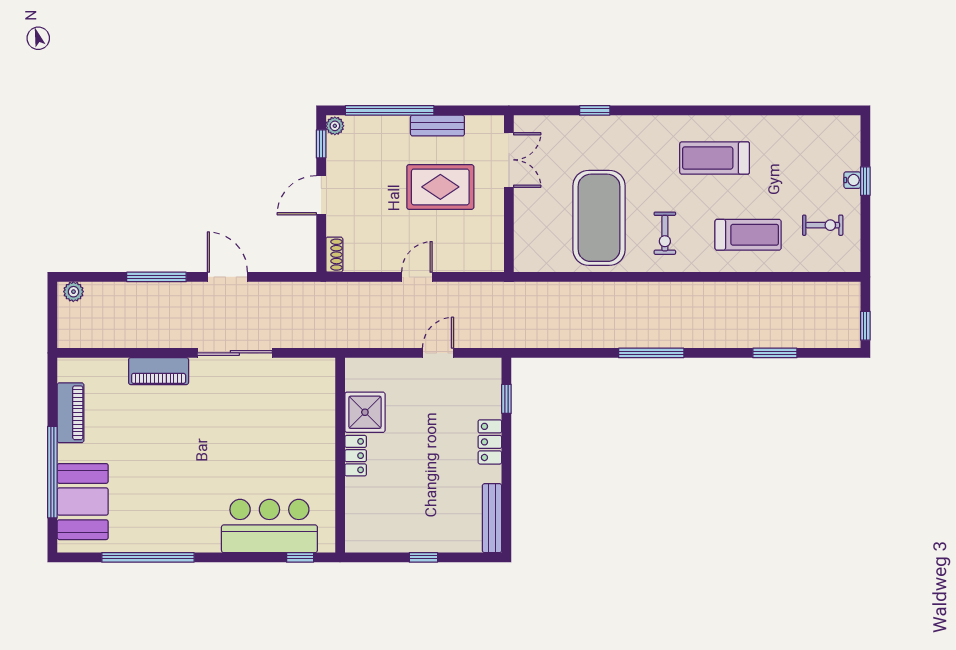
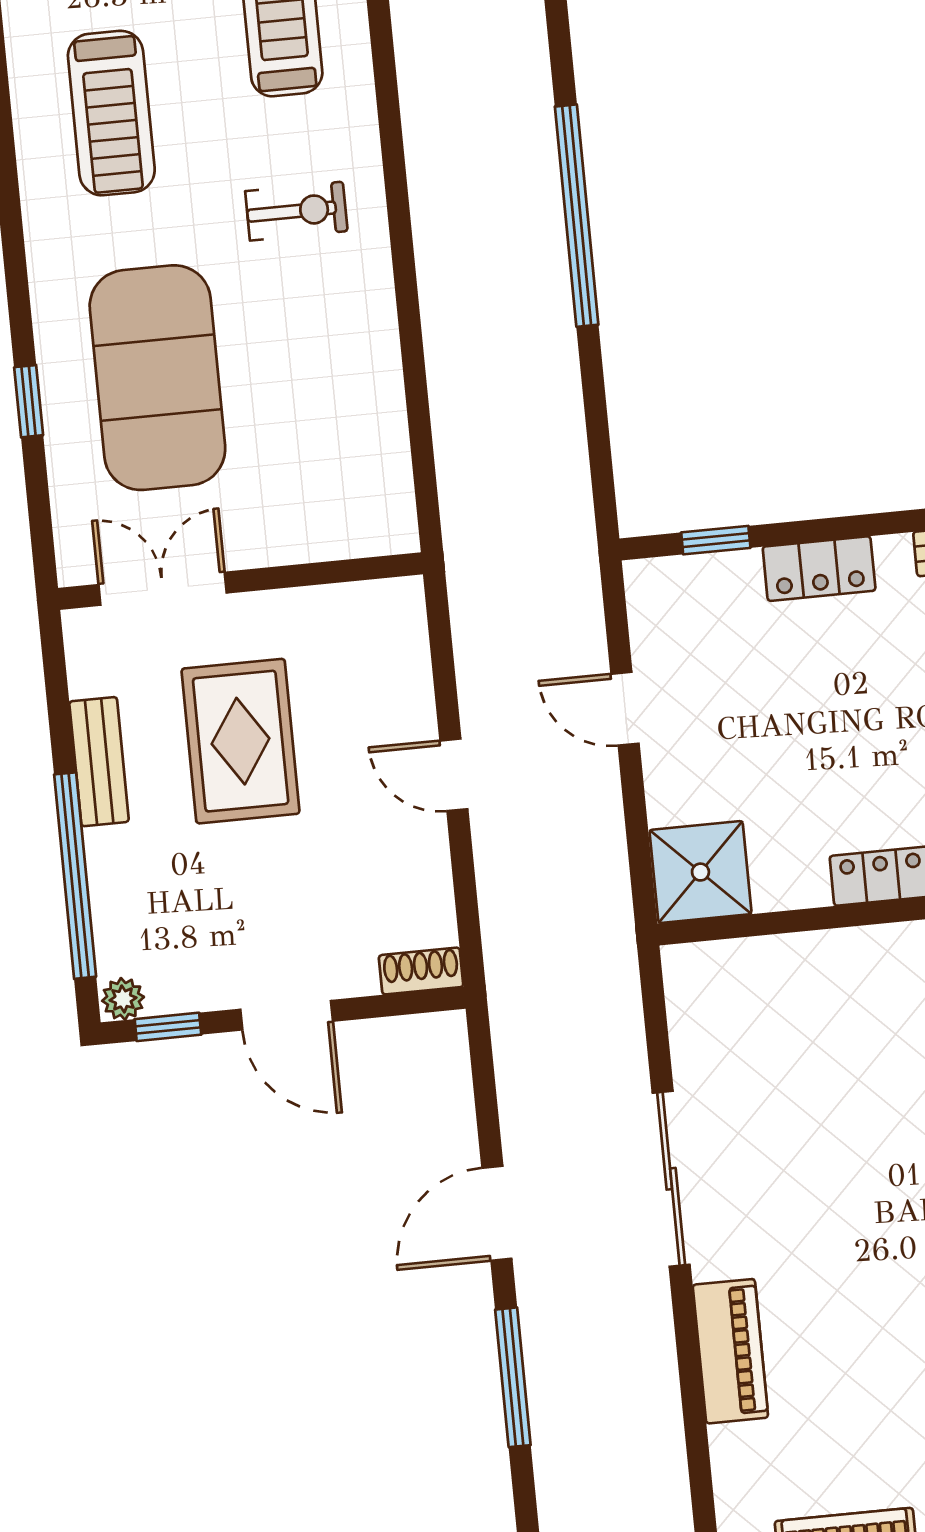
exercise mat: (599, 218) -> (157, 378), moved, turned 90
window: (651, 353) -> (577, 216), width x1.46
shower: (365, 412) -> (700, 872), moved

